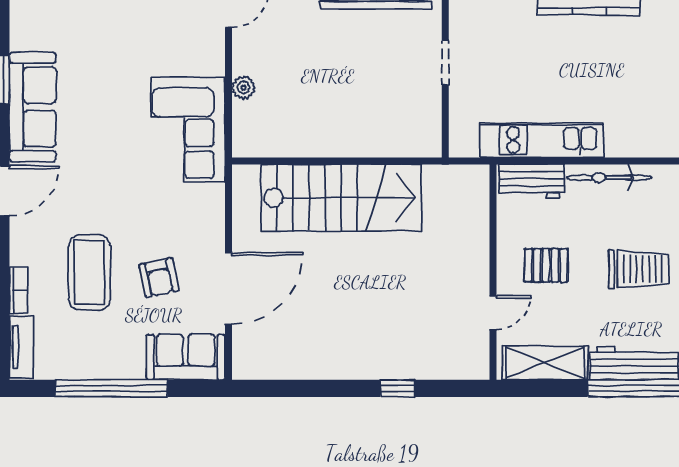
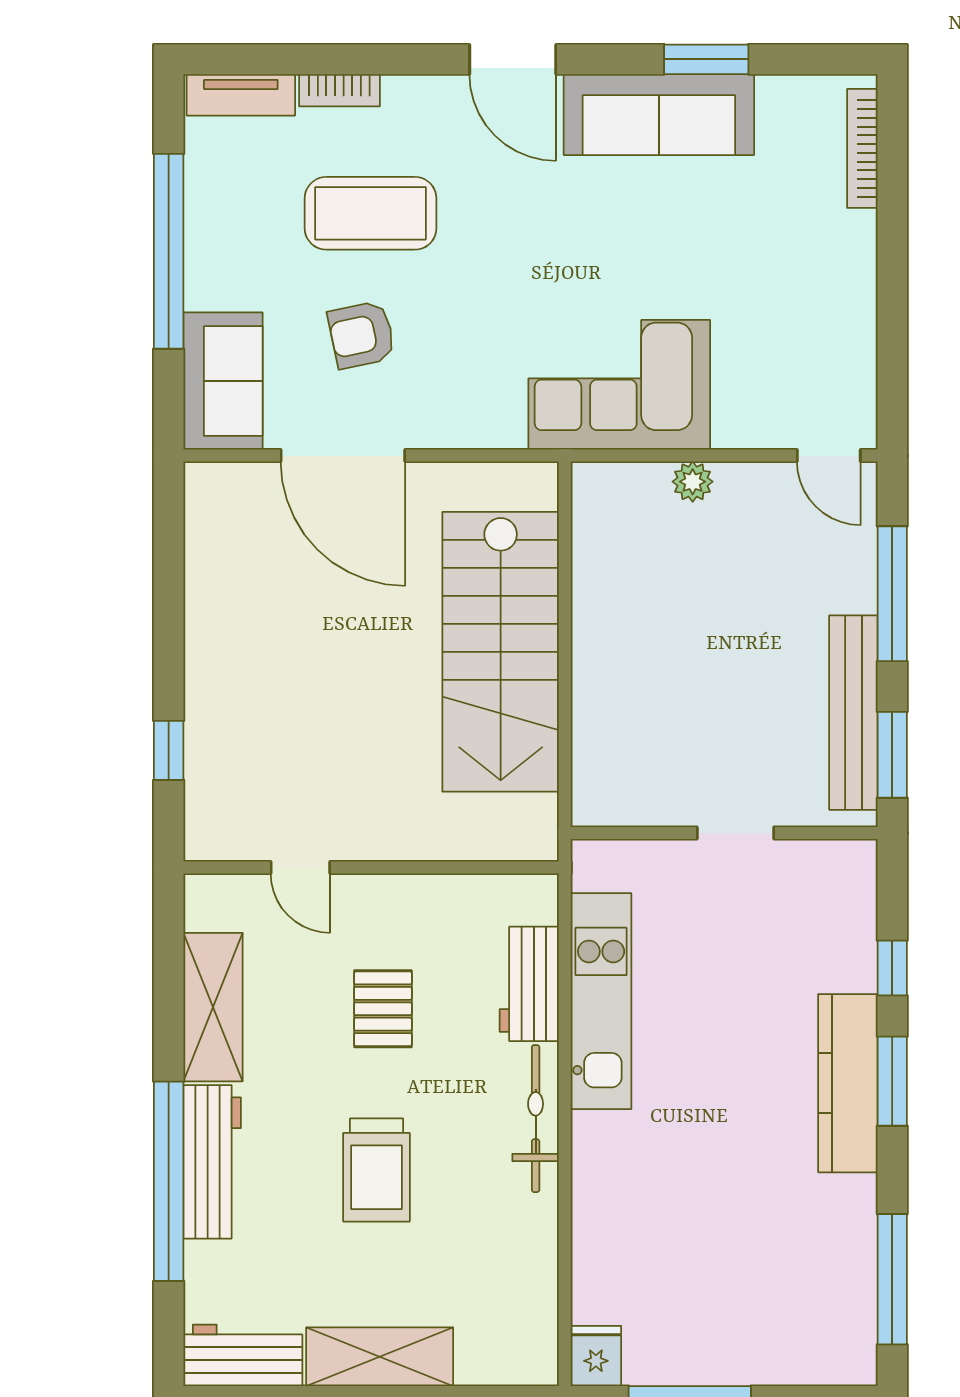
wall: (493, 272) -> (371, 867), moved
door: (493, 313) -> (300, 867), moved

